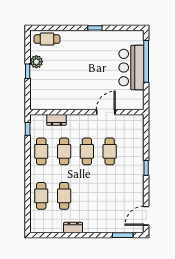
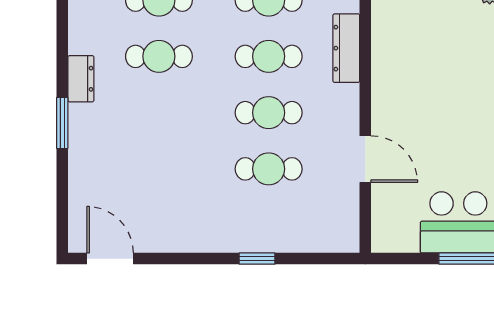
dresser: (56, 120) -> (346, 48), width x1.44
window: (146, 168) -> (257, 259), moved
window: (123, 235) -> (62, 123), moved

